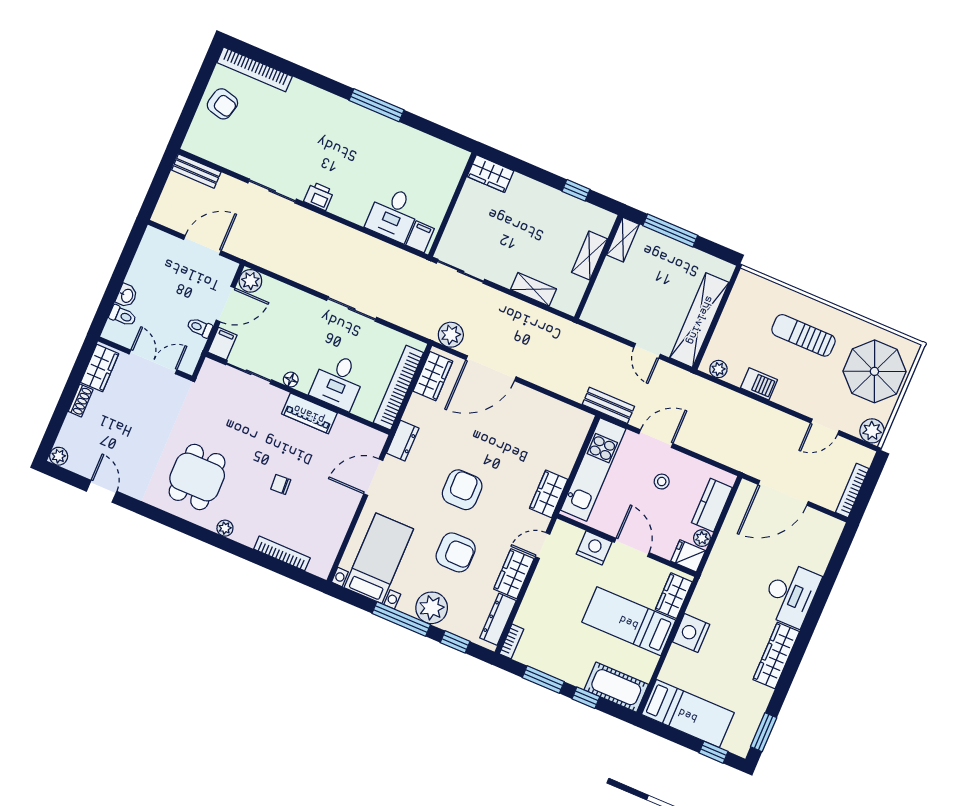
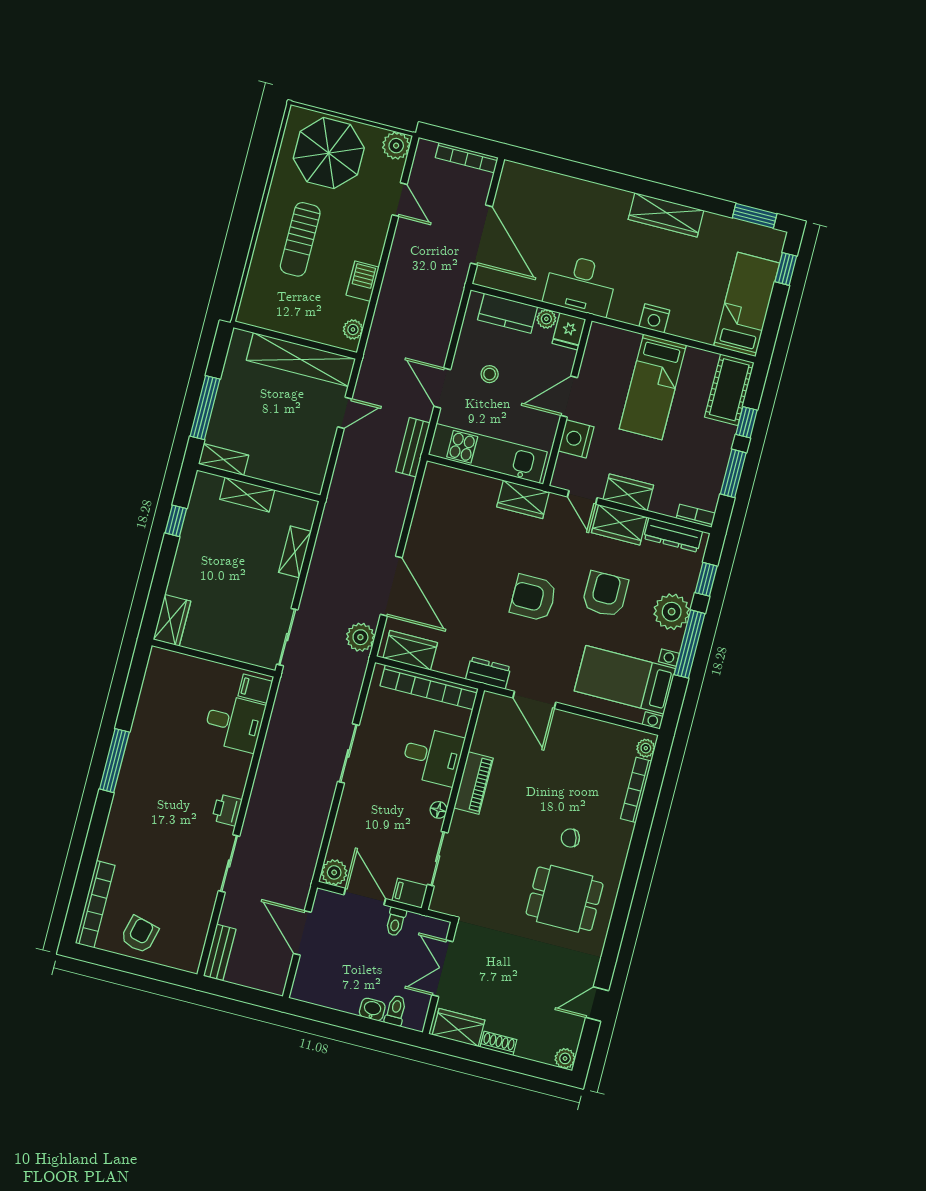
chair: (281, 484) -> (570, 838), moved, turned 77
plant: (225, 528) -> (646, 748), moved
desk: (791, 594) -> (580, 285), moved, turned 180
wardrobe: (674, 596) -> (628, 492), moved, turned 180
nightstand: (691, 633) -> (654, 318), width x0.74, depth x0.75

